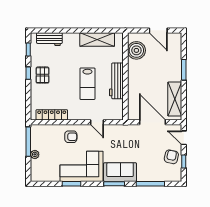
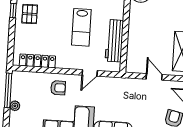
workbench: (116, 81) -> (114, 41), moved
door: (97, 122) -> (90, 73), hinge flipped
door: (152, 122) -> (154, 77), width x0.53

